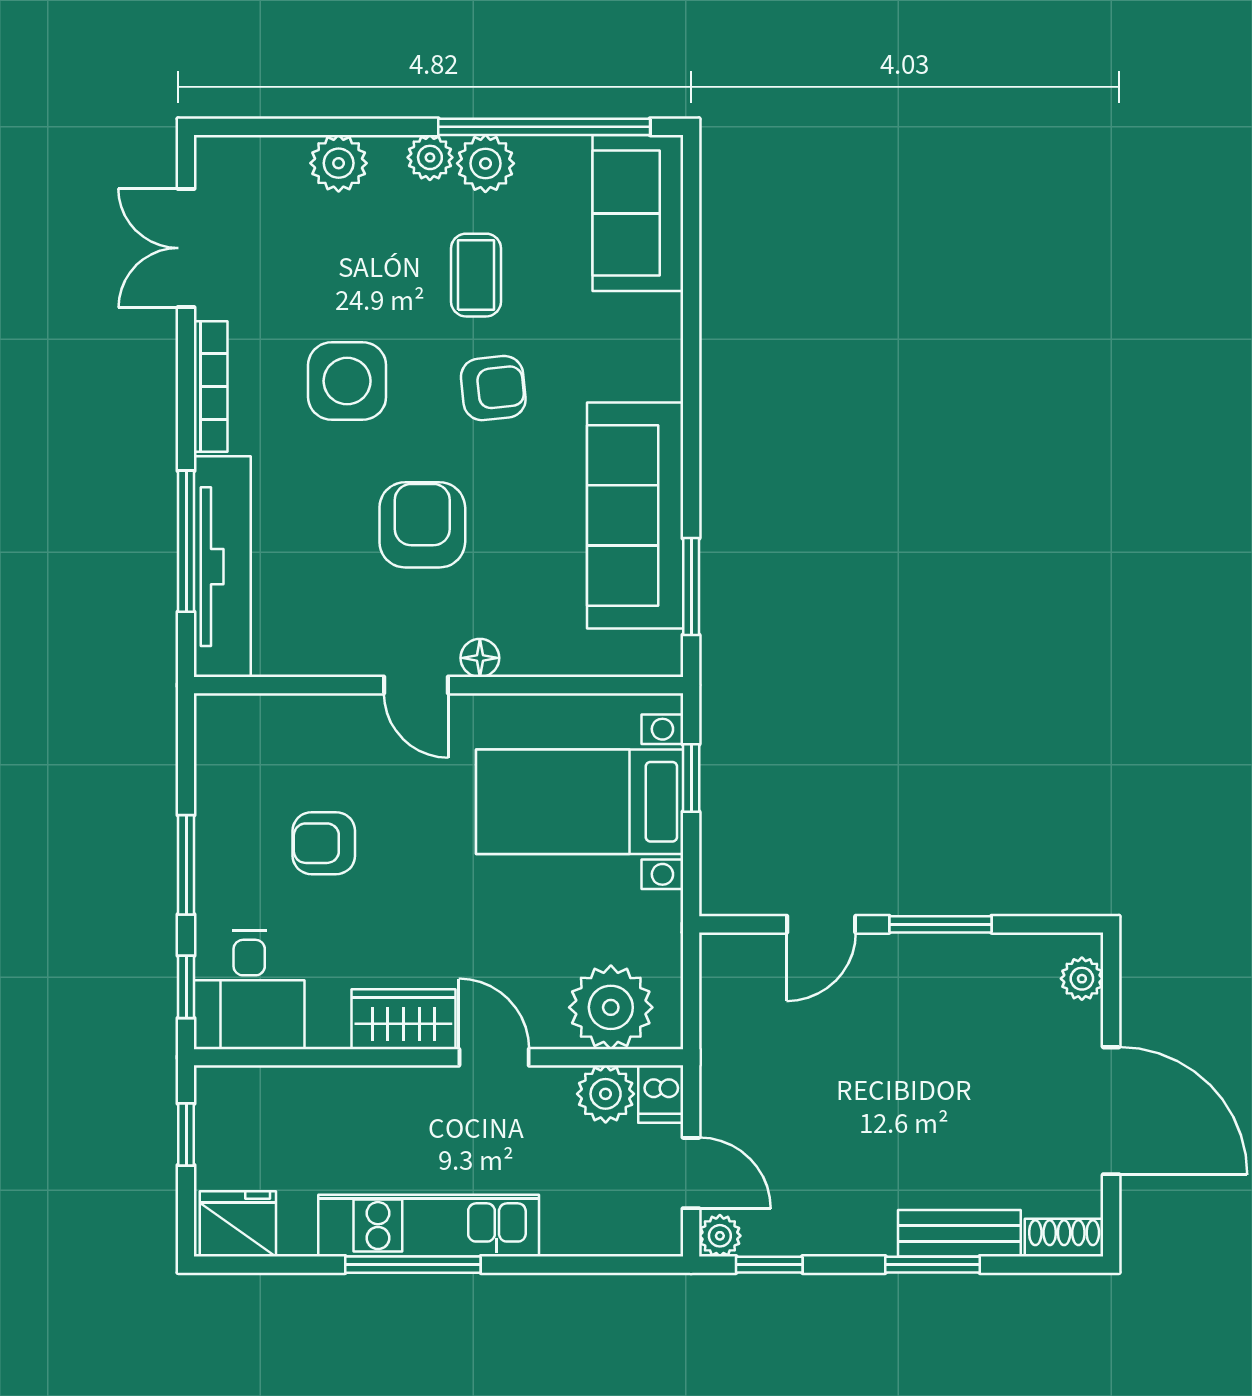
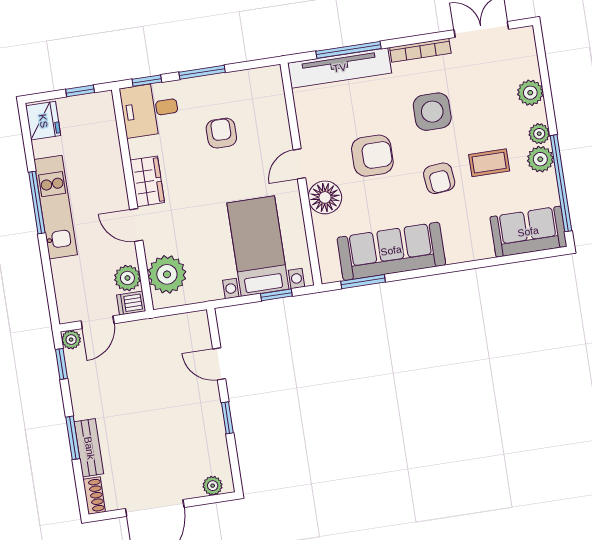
floor lamp: (480, 658) -> (325, 197), width x1.89, depth x1.89
window: (940, 924) -> (227, 418), width x0.67
door: (494, 1057) -> (136, 225), swing flipped

